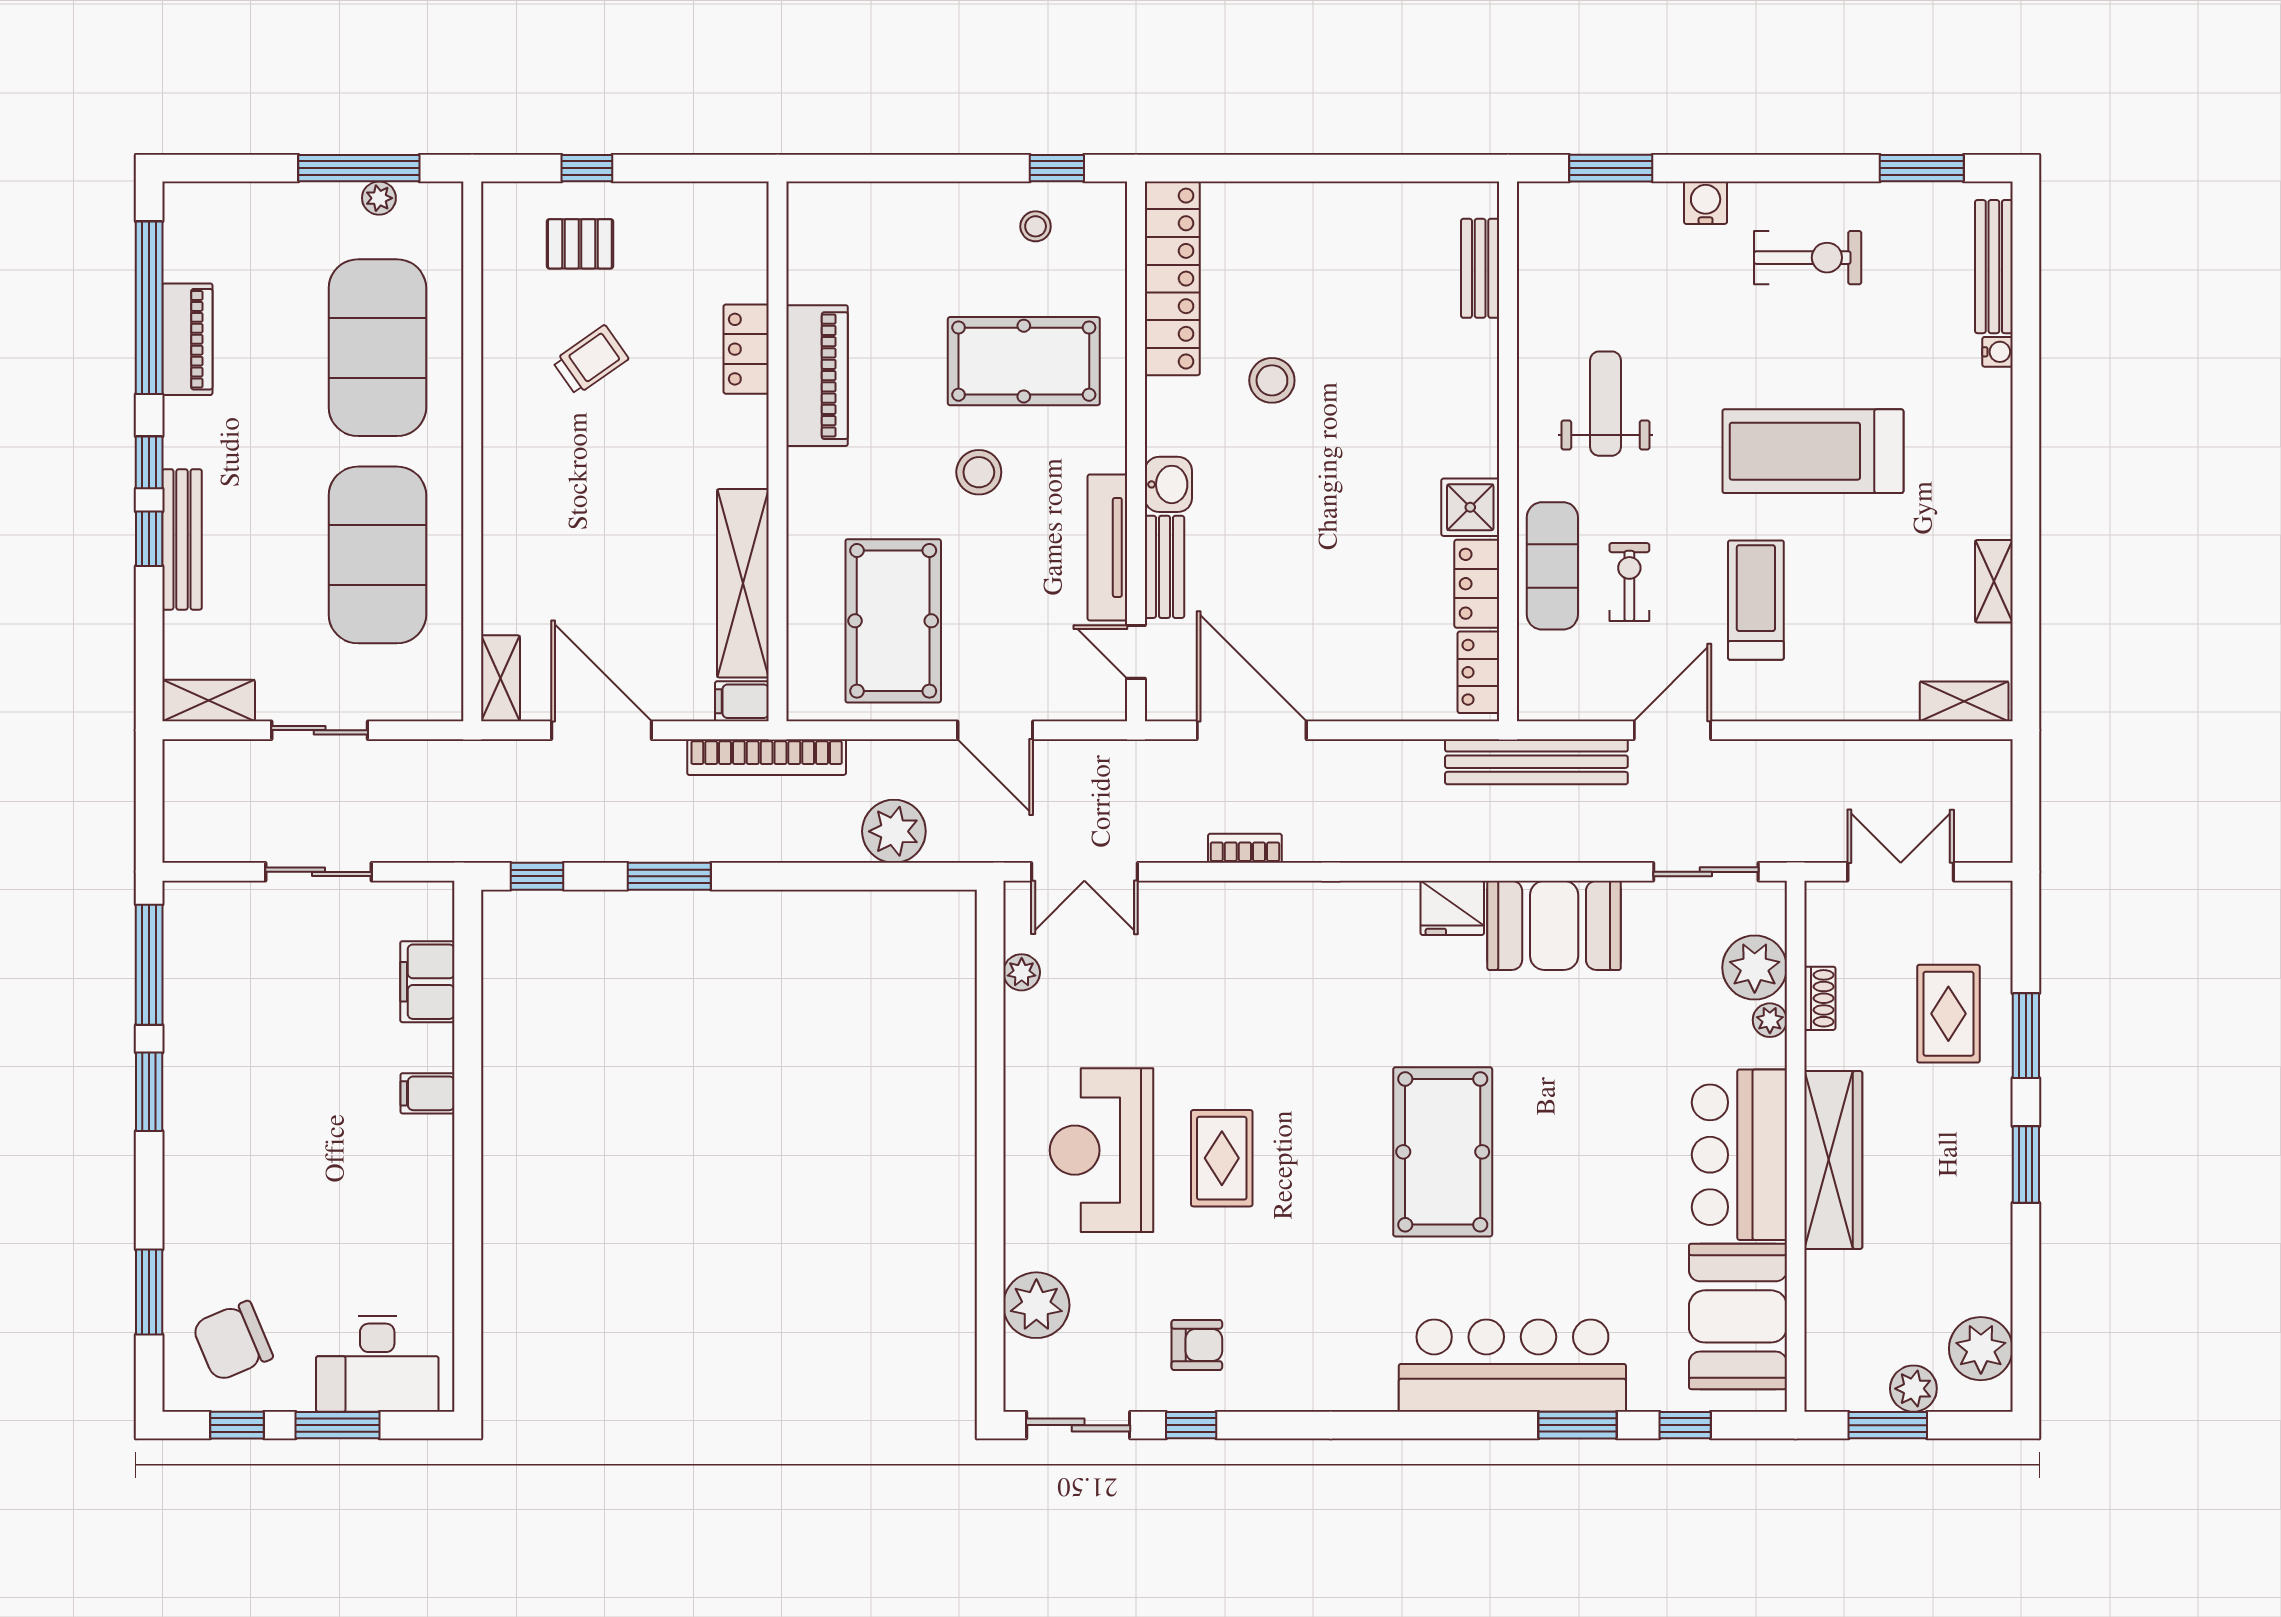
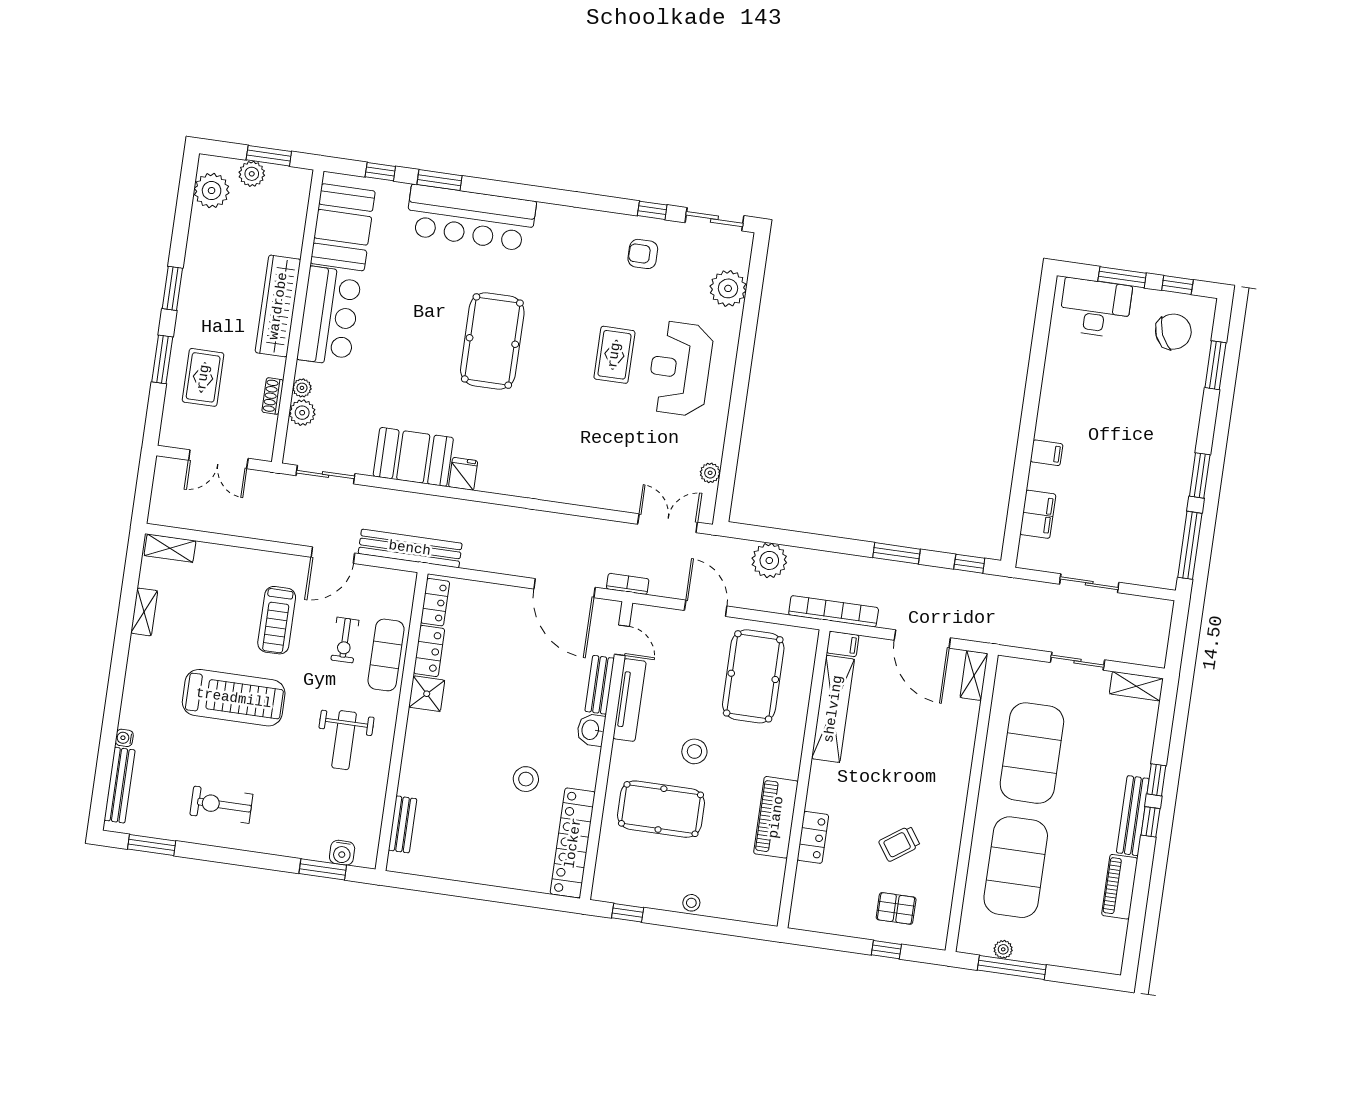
water cooler: (1706, 203) -> (342, 853), moved
stool: (1036, 226) -> (691, 903), moved
window: (149, 308) -> (1138, 907), removed
bench: (182, 539) -> (1133, 816), moved
bookcase: (1245, 848) -> (628, 584), moved, turned 180
fridge: (1452, 908) -> (463, 474), width x0.72
plant: (1755, 967) -> (302, 413), width x0.73, depth x0.73
reception desk: (1101, 1150) -> (680, 369), turned 180

